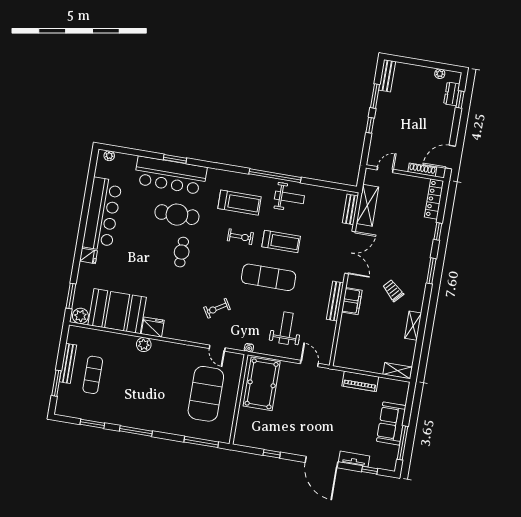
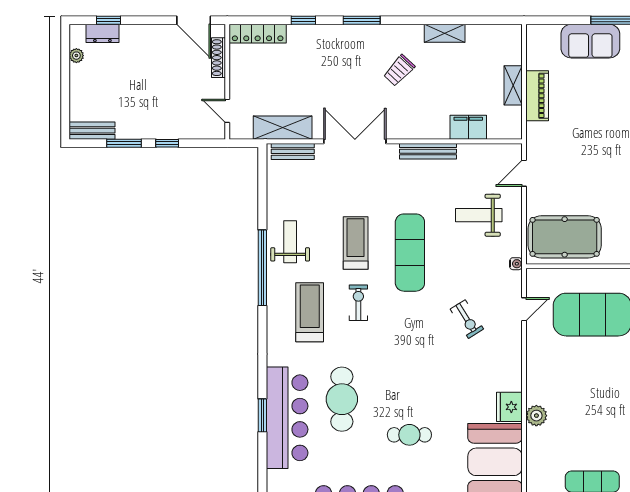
cafe table: (182, 252) -> (409, 435), moved
filing cabinet: (352, 301) -> (468, 127), moved
shelving: (397, 371) -> (513, 85), moved

